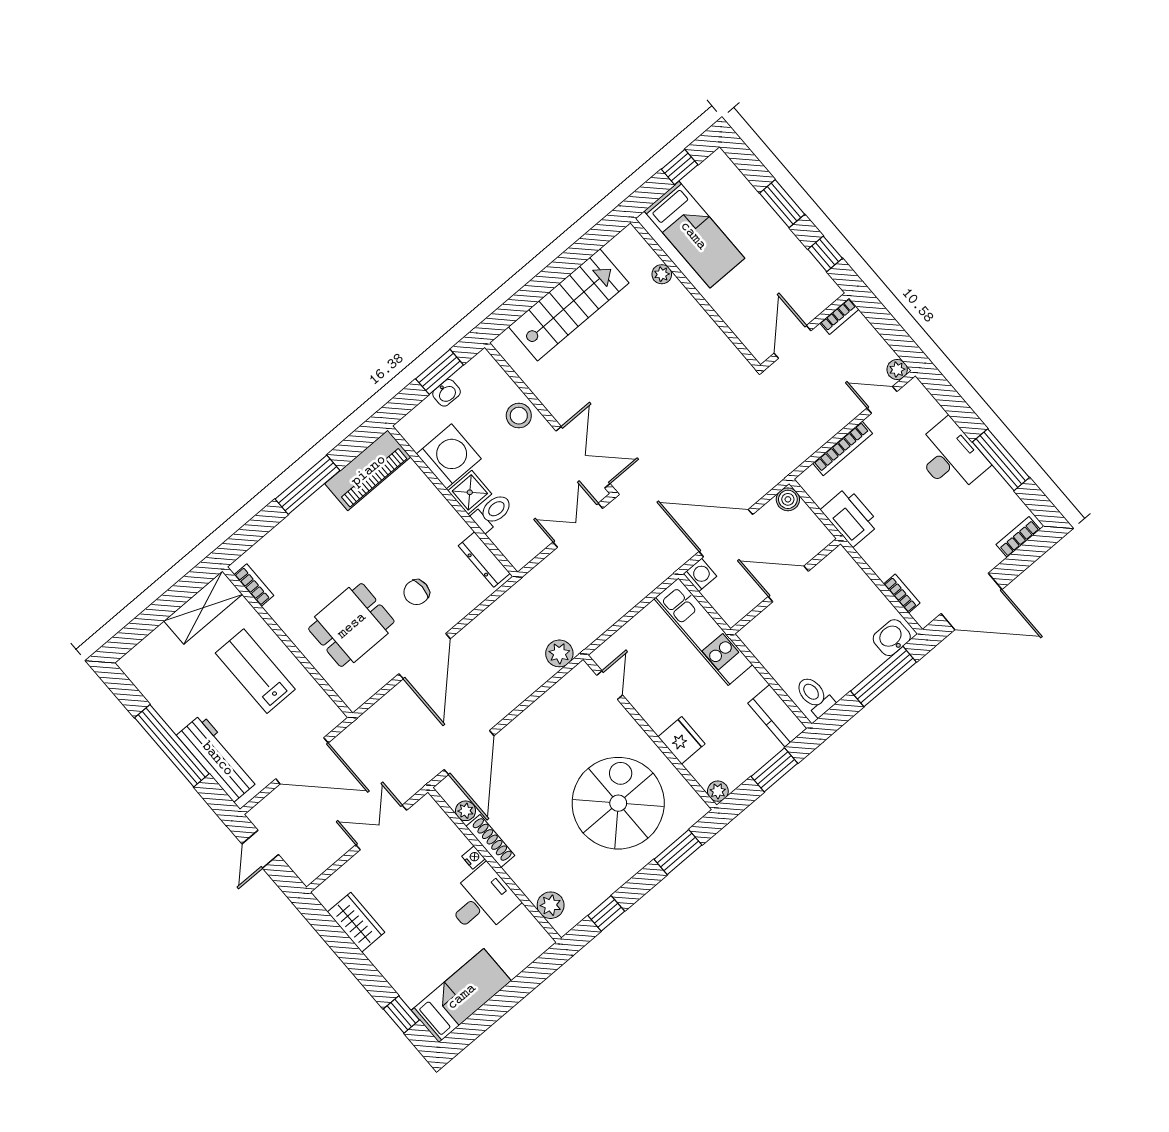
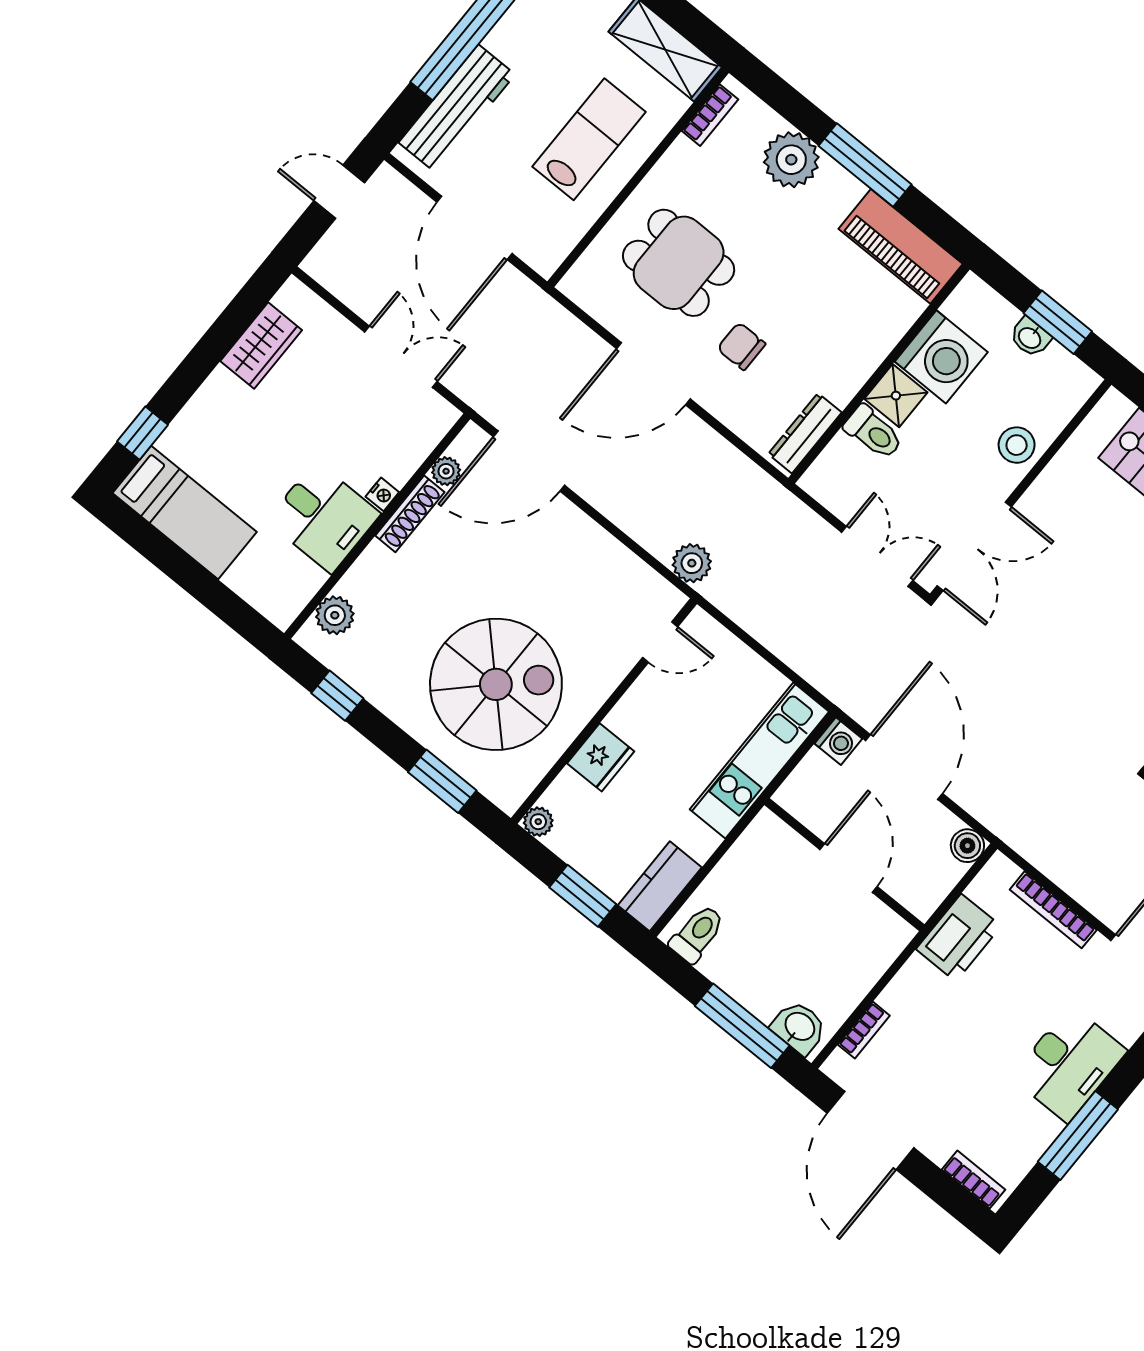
plant: (295, 535) -> (791, 160), added

